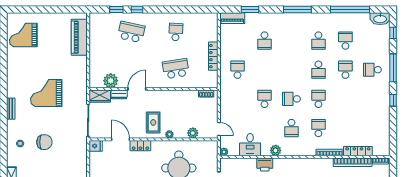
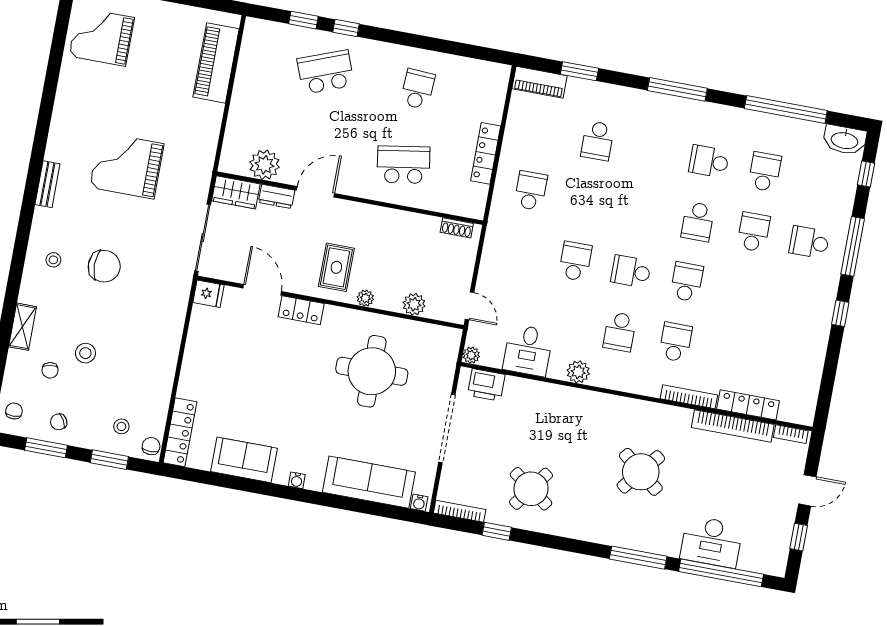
school desk: (131, 32) -> (326, 72), turned -33
school desk: (318, 41) -> (709, 161), turned 90
printer: (265, 164) -> (486, 385), moved

